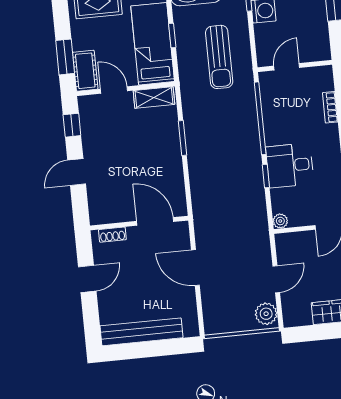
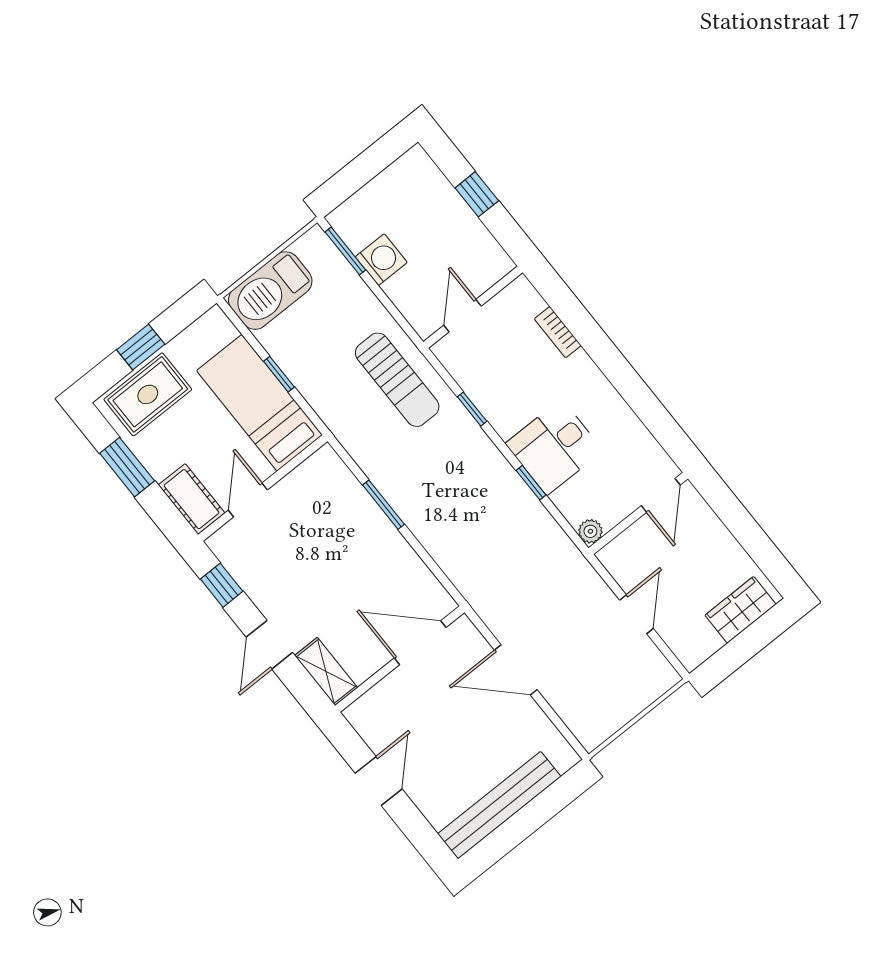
window: (65, 57) -> (127, 467), moved
sun lounger: (219, 57) -> (397, 380), moved
door: (114, 90) -> (248, 500), hinge flipped
shelving: (154, 97) -> (326, 672), moved, turned 90
window: (260, 118) -> (472, 409), width x0.32
shoe rack: (112, 235) -> (374, 698), removed
plant: (266, 314) -> (653, 670), removed

